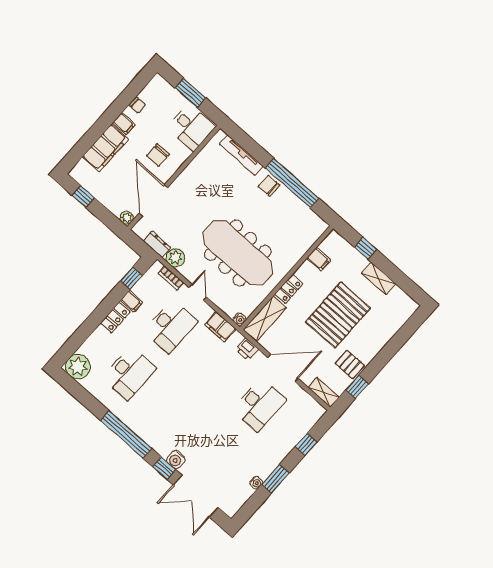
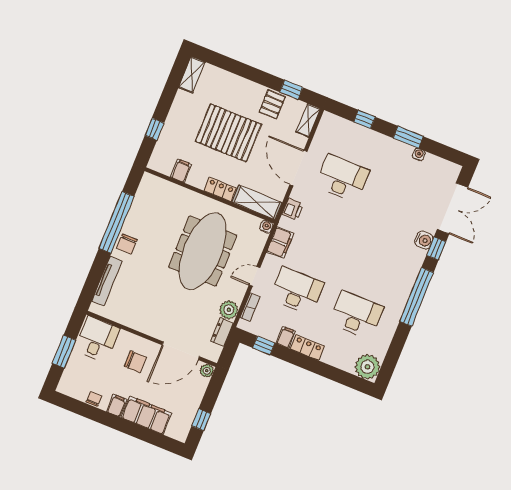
shelving: (379, 278) -> (192, 75), moved

